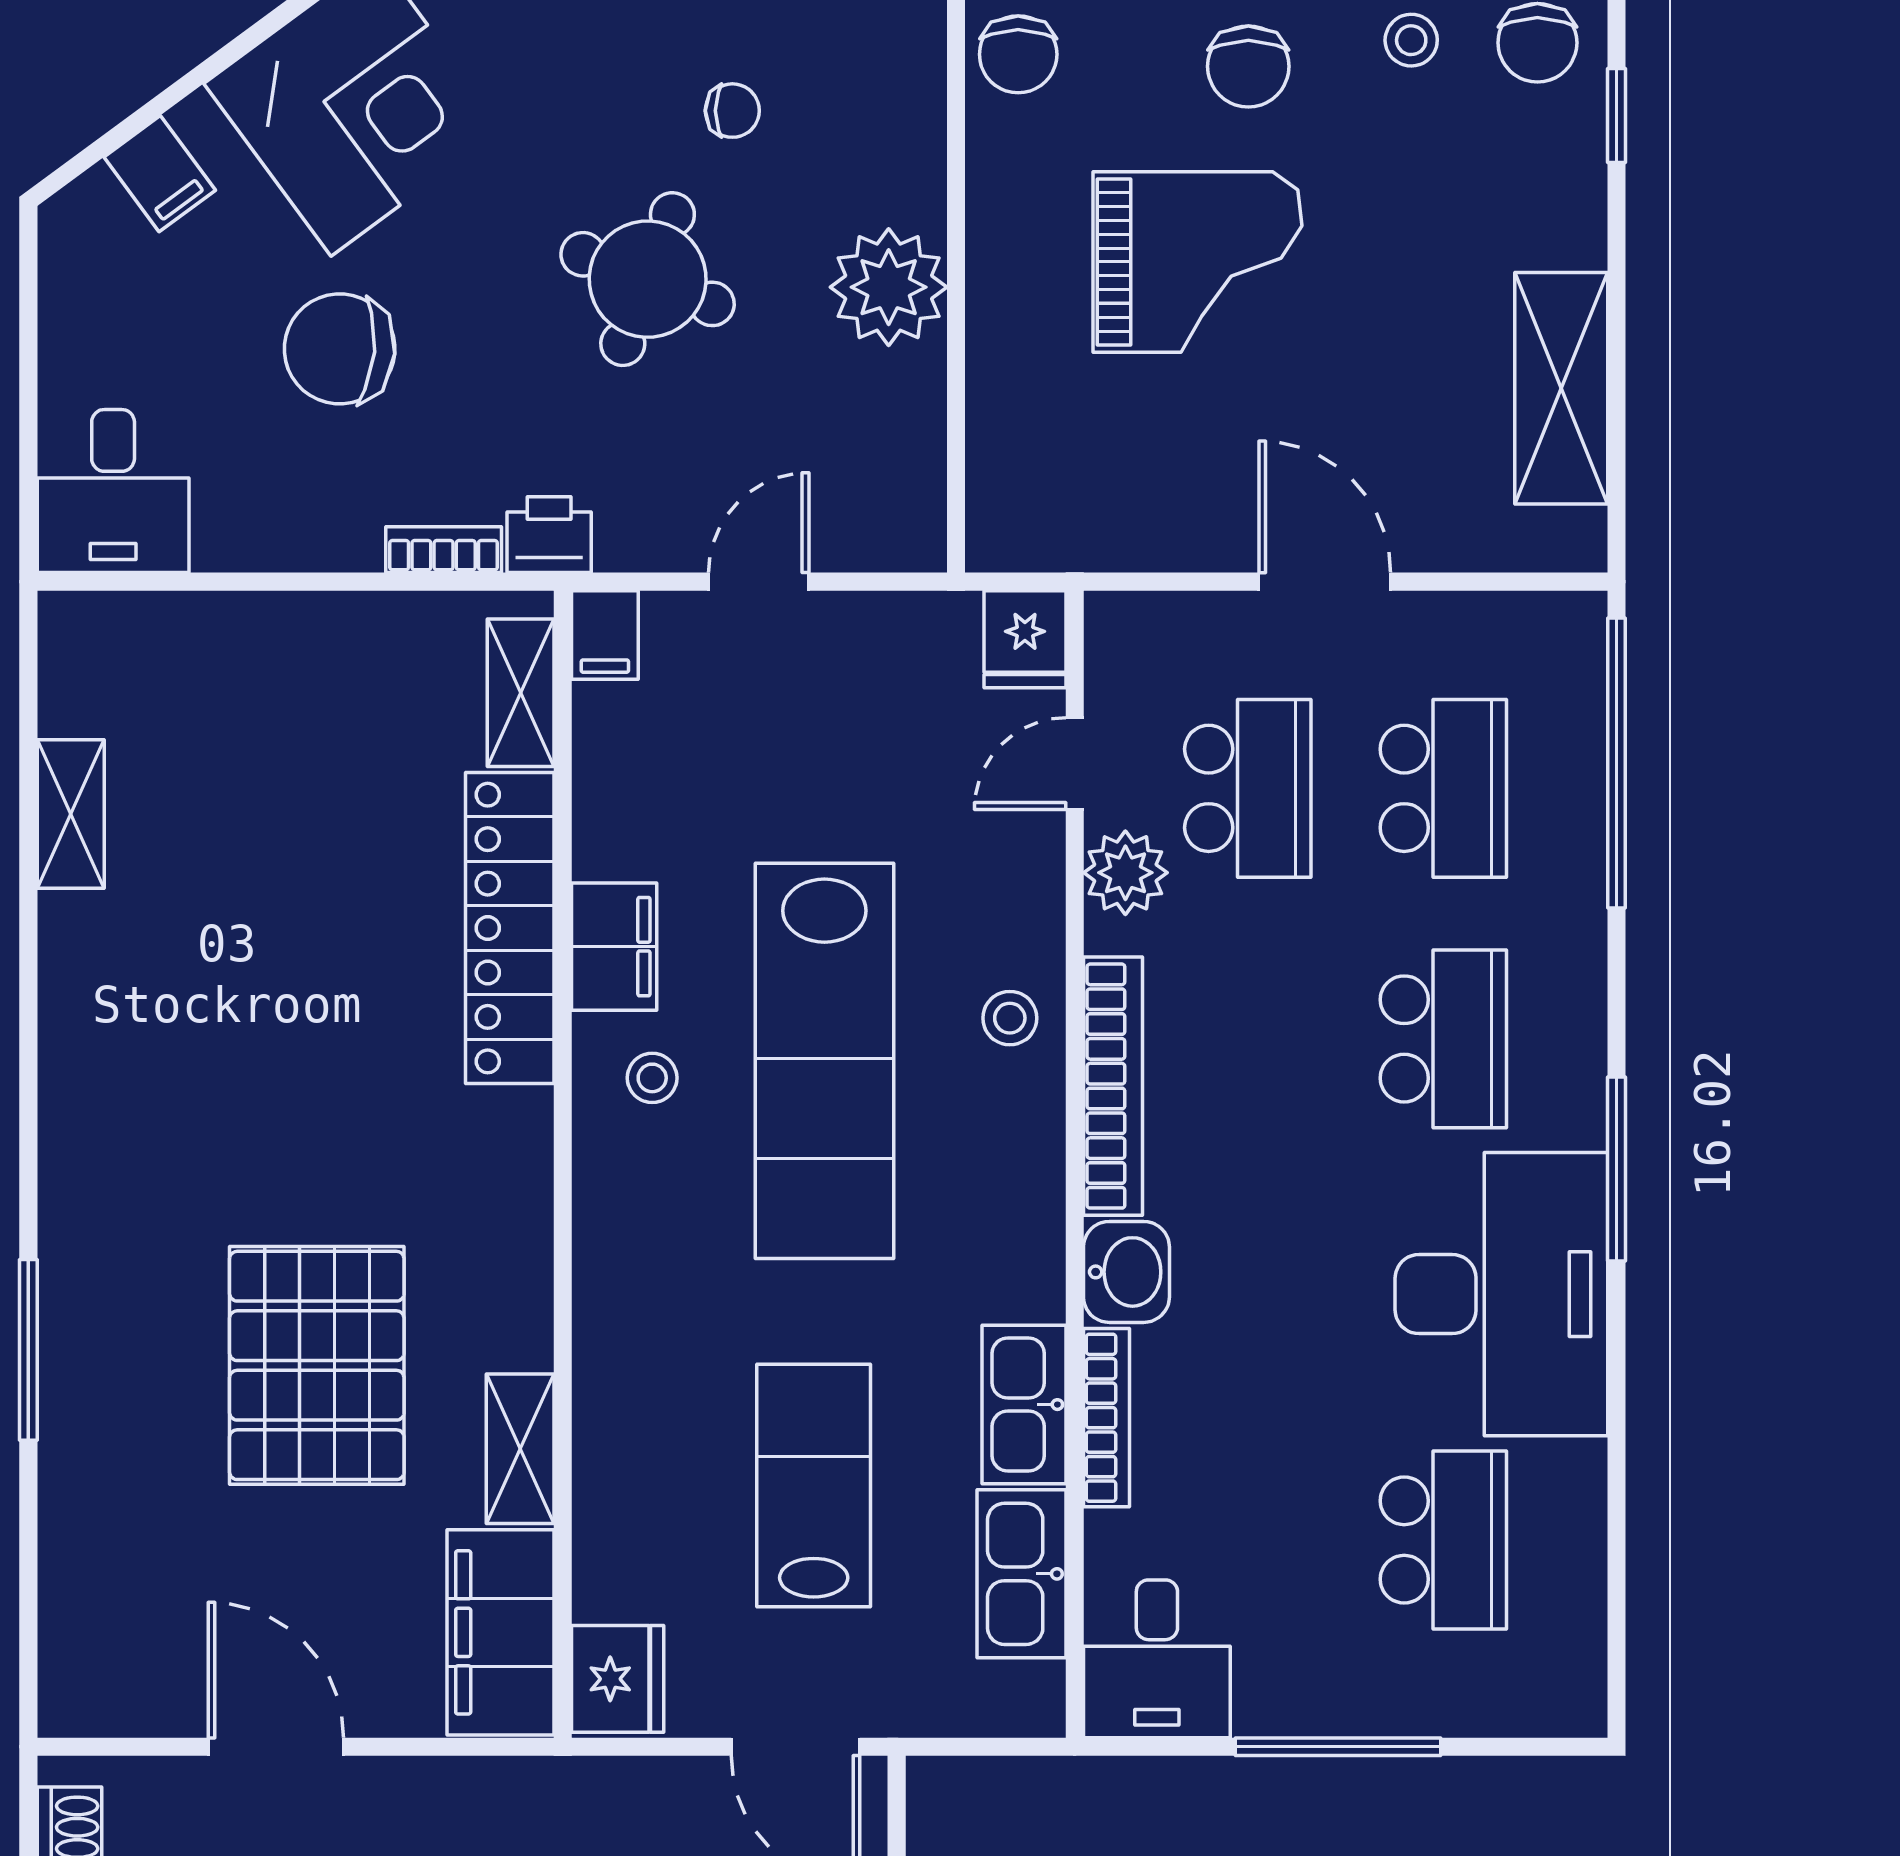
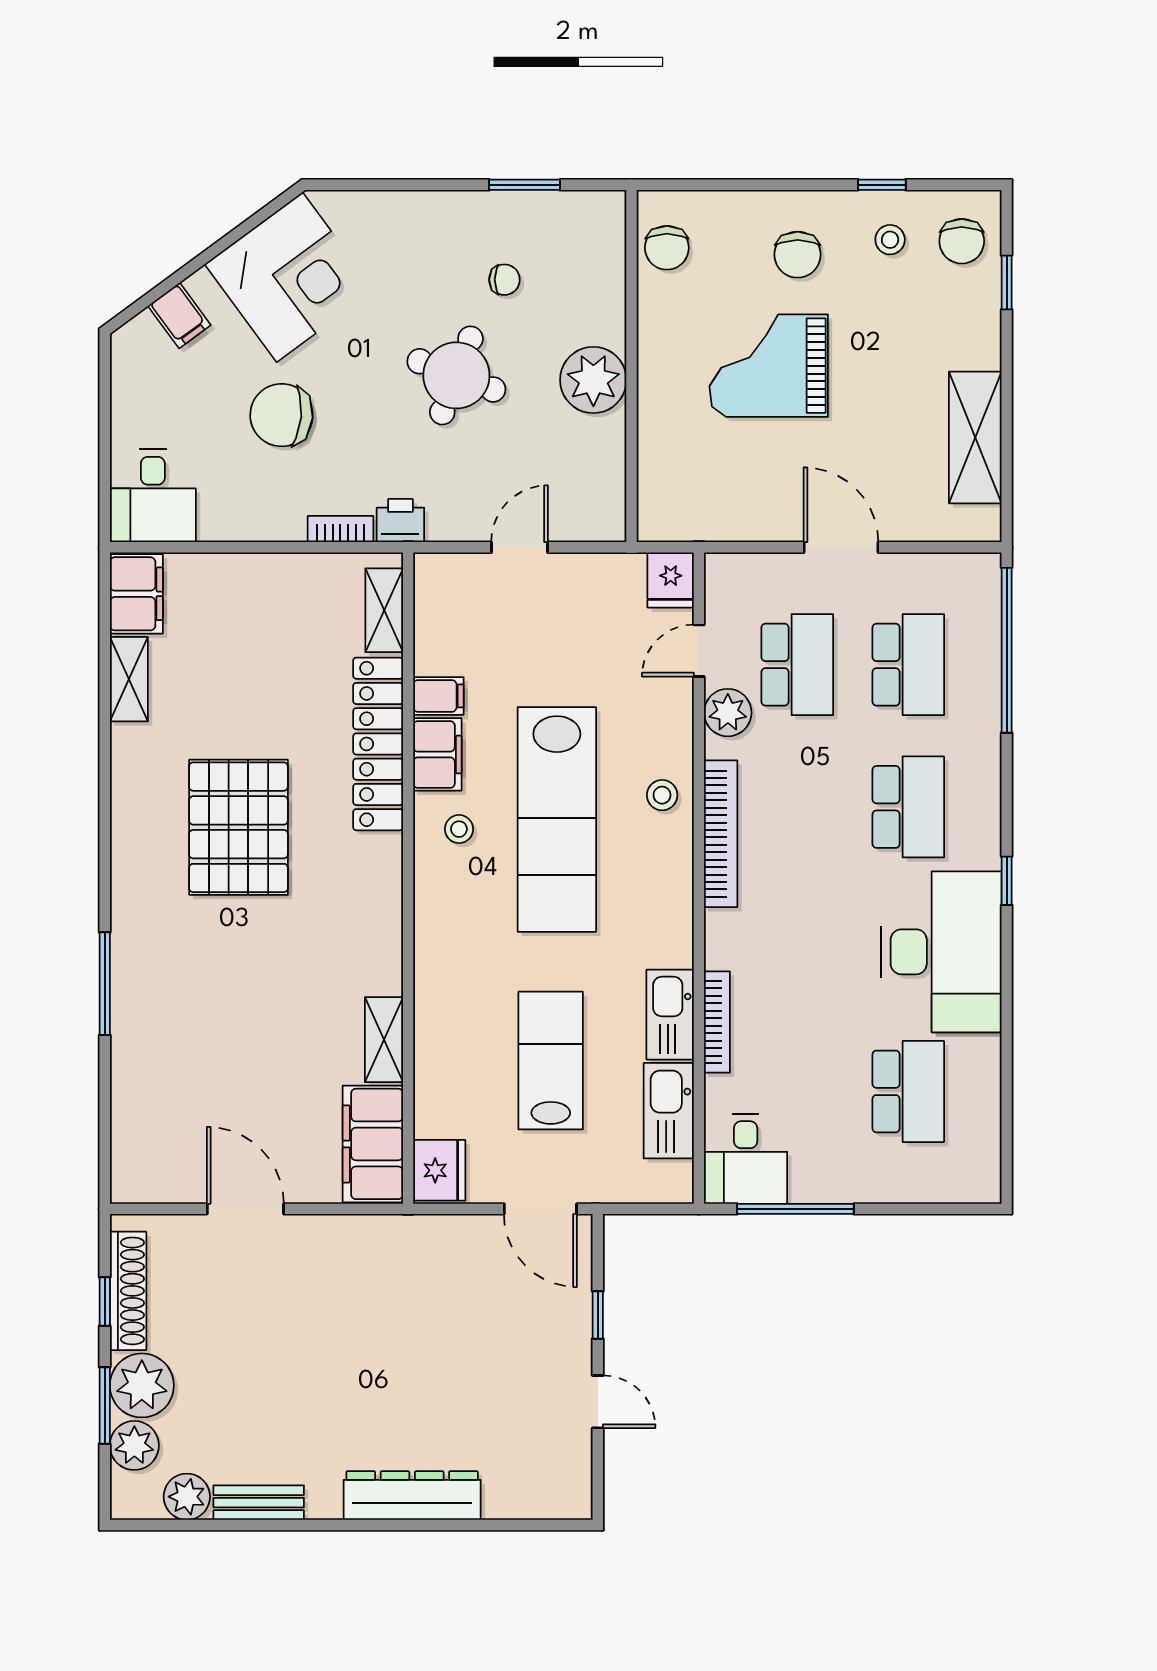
grand piano: (1197, 262) -> (769, 366), turned 180
filing cabinet: (605, 635) -> (438, 696), moved, turned -90
filing cabinet: (84, 664) -> (136, 594), added
window: (1616, 1169) -> (1007, 881), width x0.46
washbasin: (1126, 1272) -> (728, 939), removed
pallet: (317, 1365) -> (238, 827), moved
window: (1338, 1747) -> (795, 1209), moved

